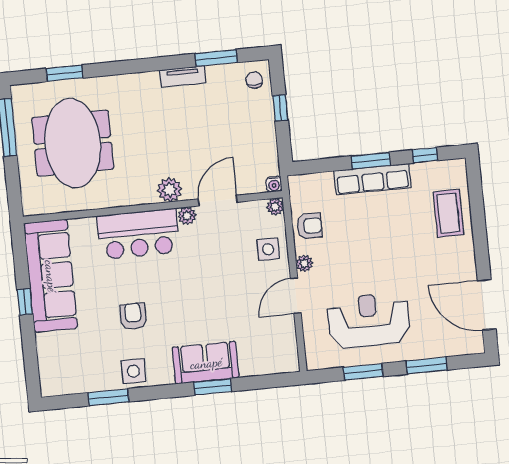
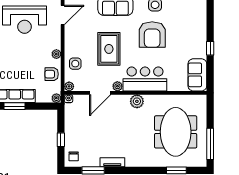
plant: (296, 183) -> (56, 98), added
plant: (170, 190) -> (137, 101), moved
sofa: (51, 276) -> (197, 75), width x0.54, depth x0.79
rug: (210, 282) -> (109, 49), added
door: (296, 296) -> (63, 15), moved
armchair: (133, 316) -> (152, 35), width x1.88, depth x1.88

